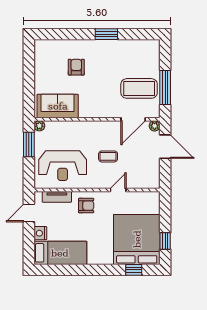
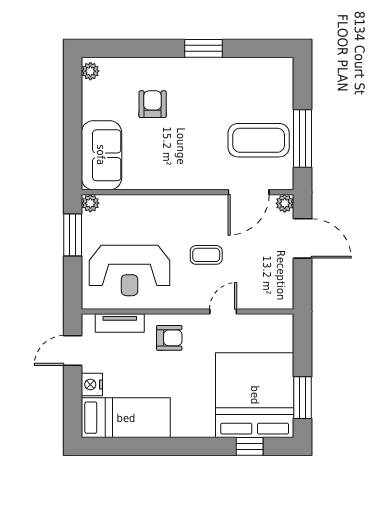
plant: (39, 48) -> (90, 71), added
sofa: (58, 106) -> (101, 155), moved, turned 90
window: (165, 241) -> (303, 398), width x1.50

